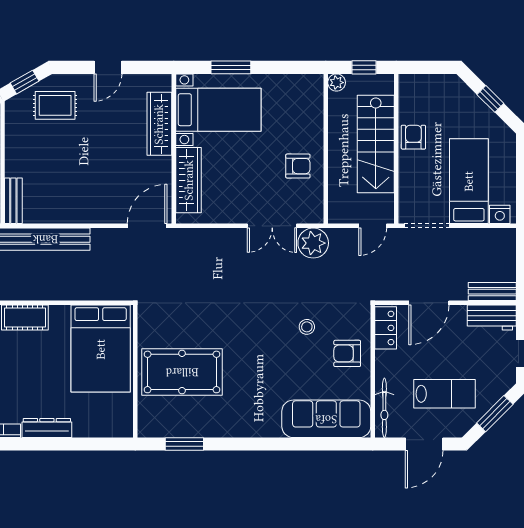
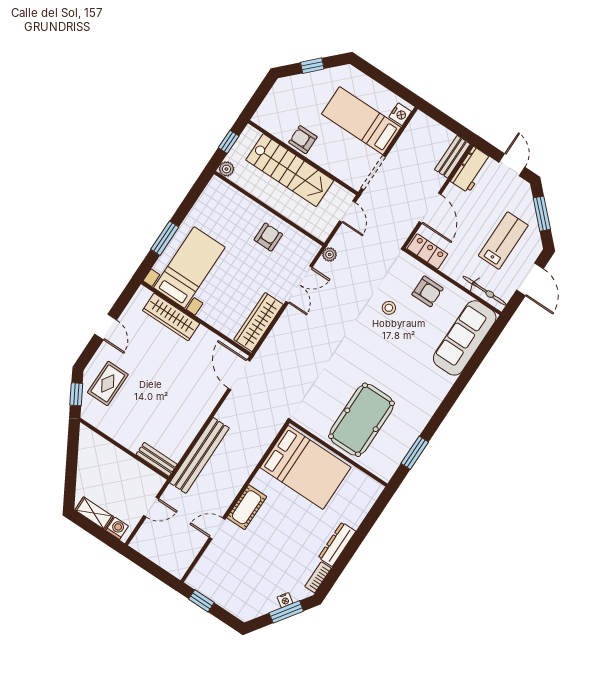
wardrobe: (189, 180) -> (259, 322), moved, turned -90
plant: (313, 243) -> (330, 254), width x0.53, depth x0.53
armchair: (347, 353) -> (427, 291), turned -90

